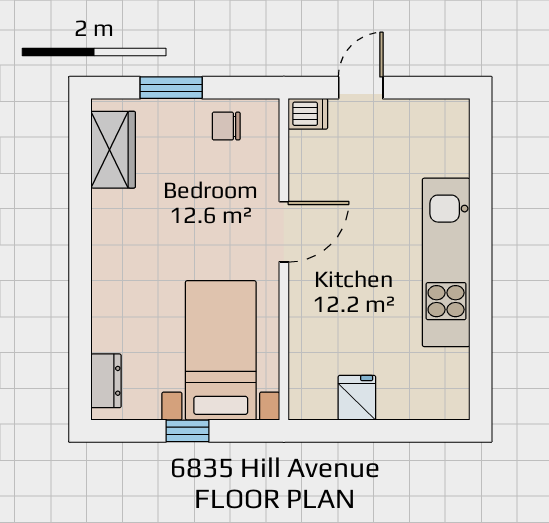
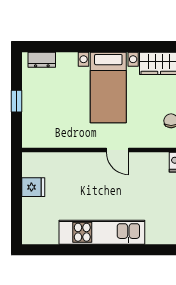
door: (284, 232) -> (117, 150), width x0.73
bed with nightstands: (221, 350) -> (108, 87), moved, turned 90

